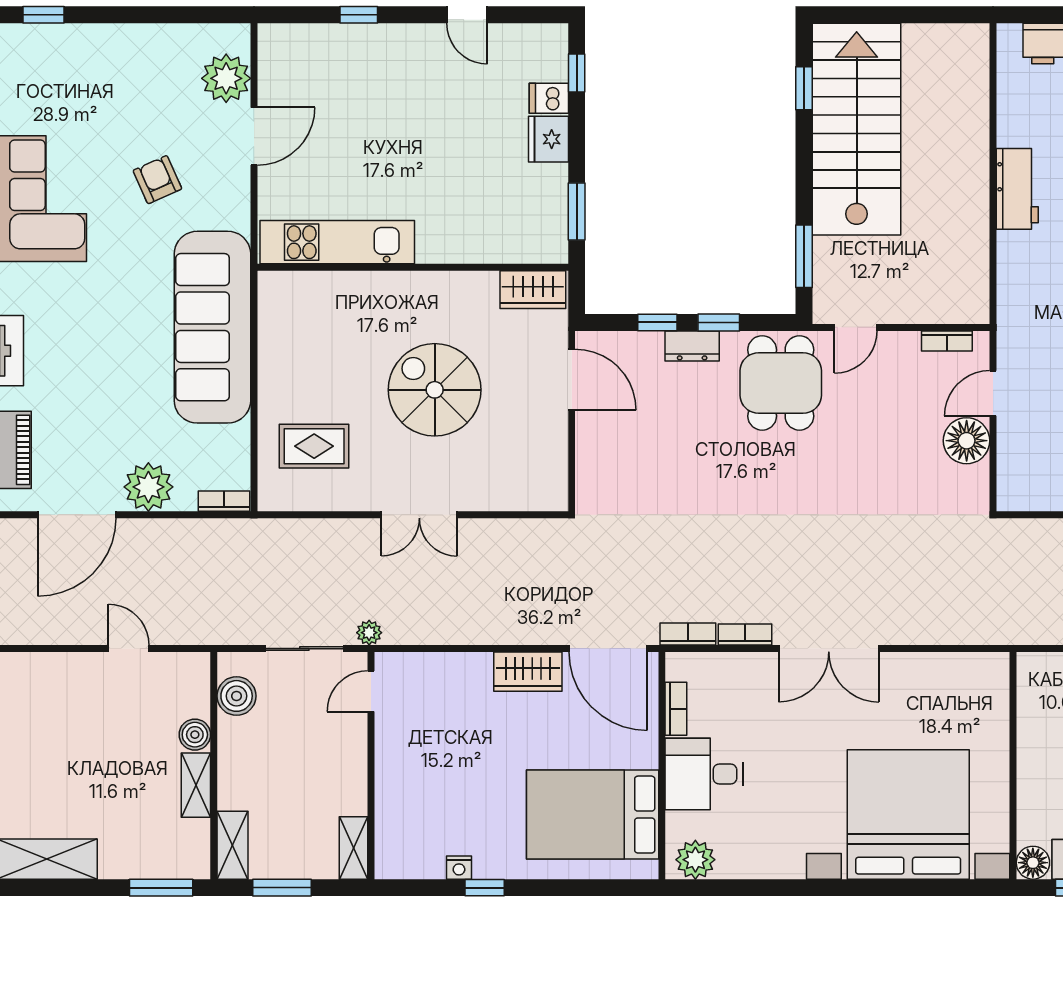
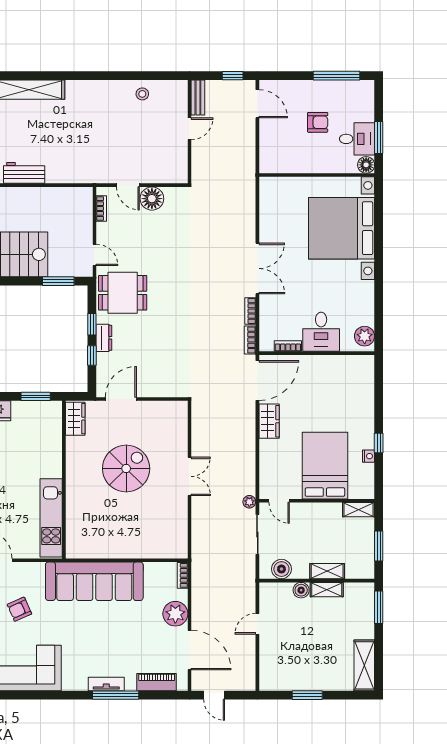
spiral stairs: (435, 390) -> (126, 469), turned 180
rug: (314, 446) -> (155, 530), removed
bed: (593, 815) -> (325, 466), moved, turned 180
shelving: (232, 845) -> (327, 571), moved

